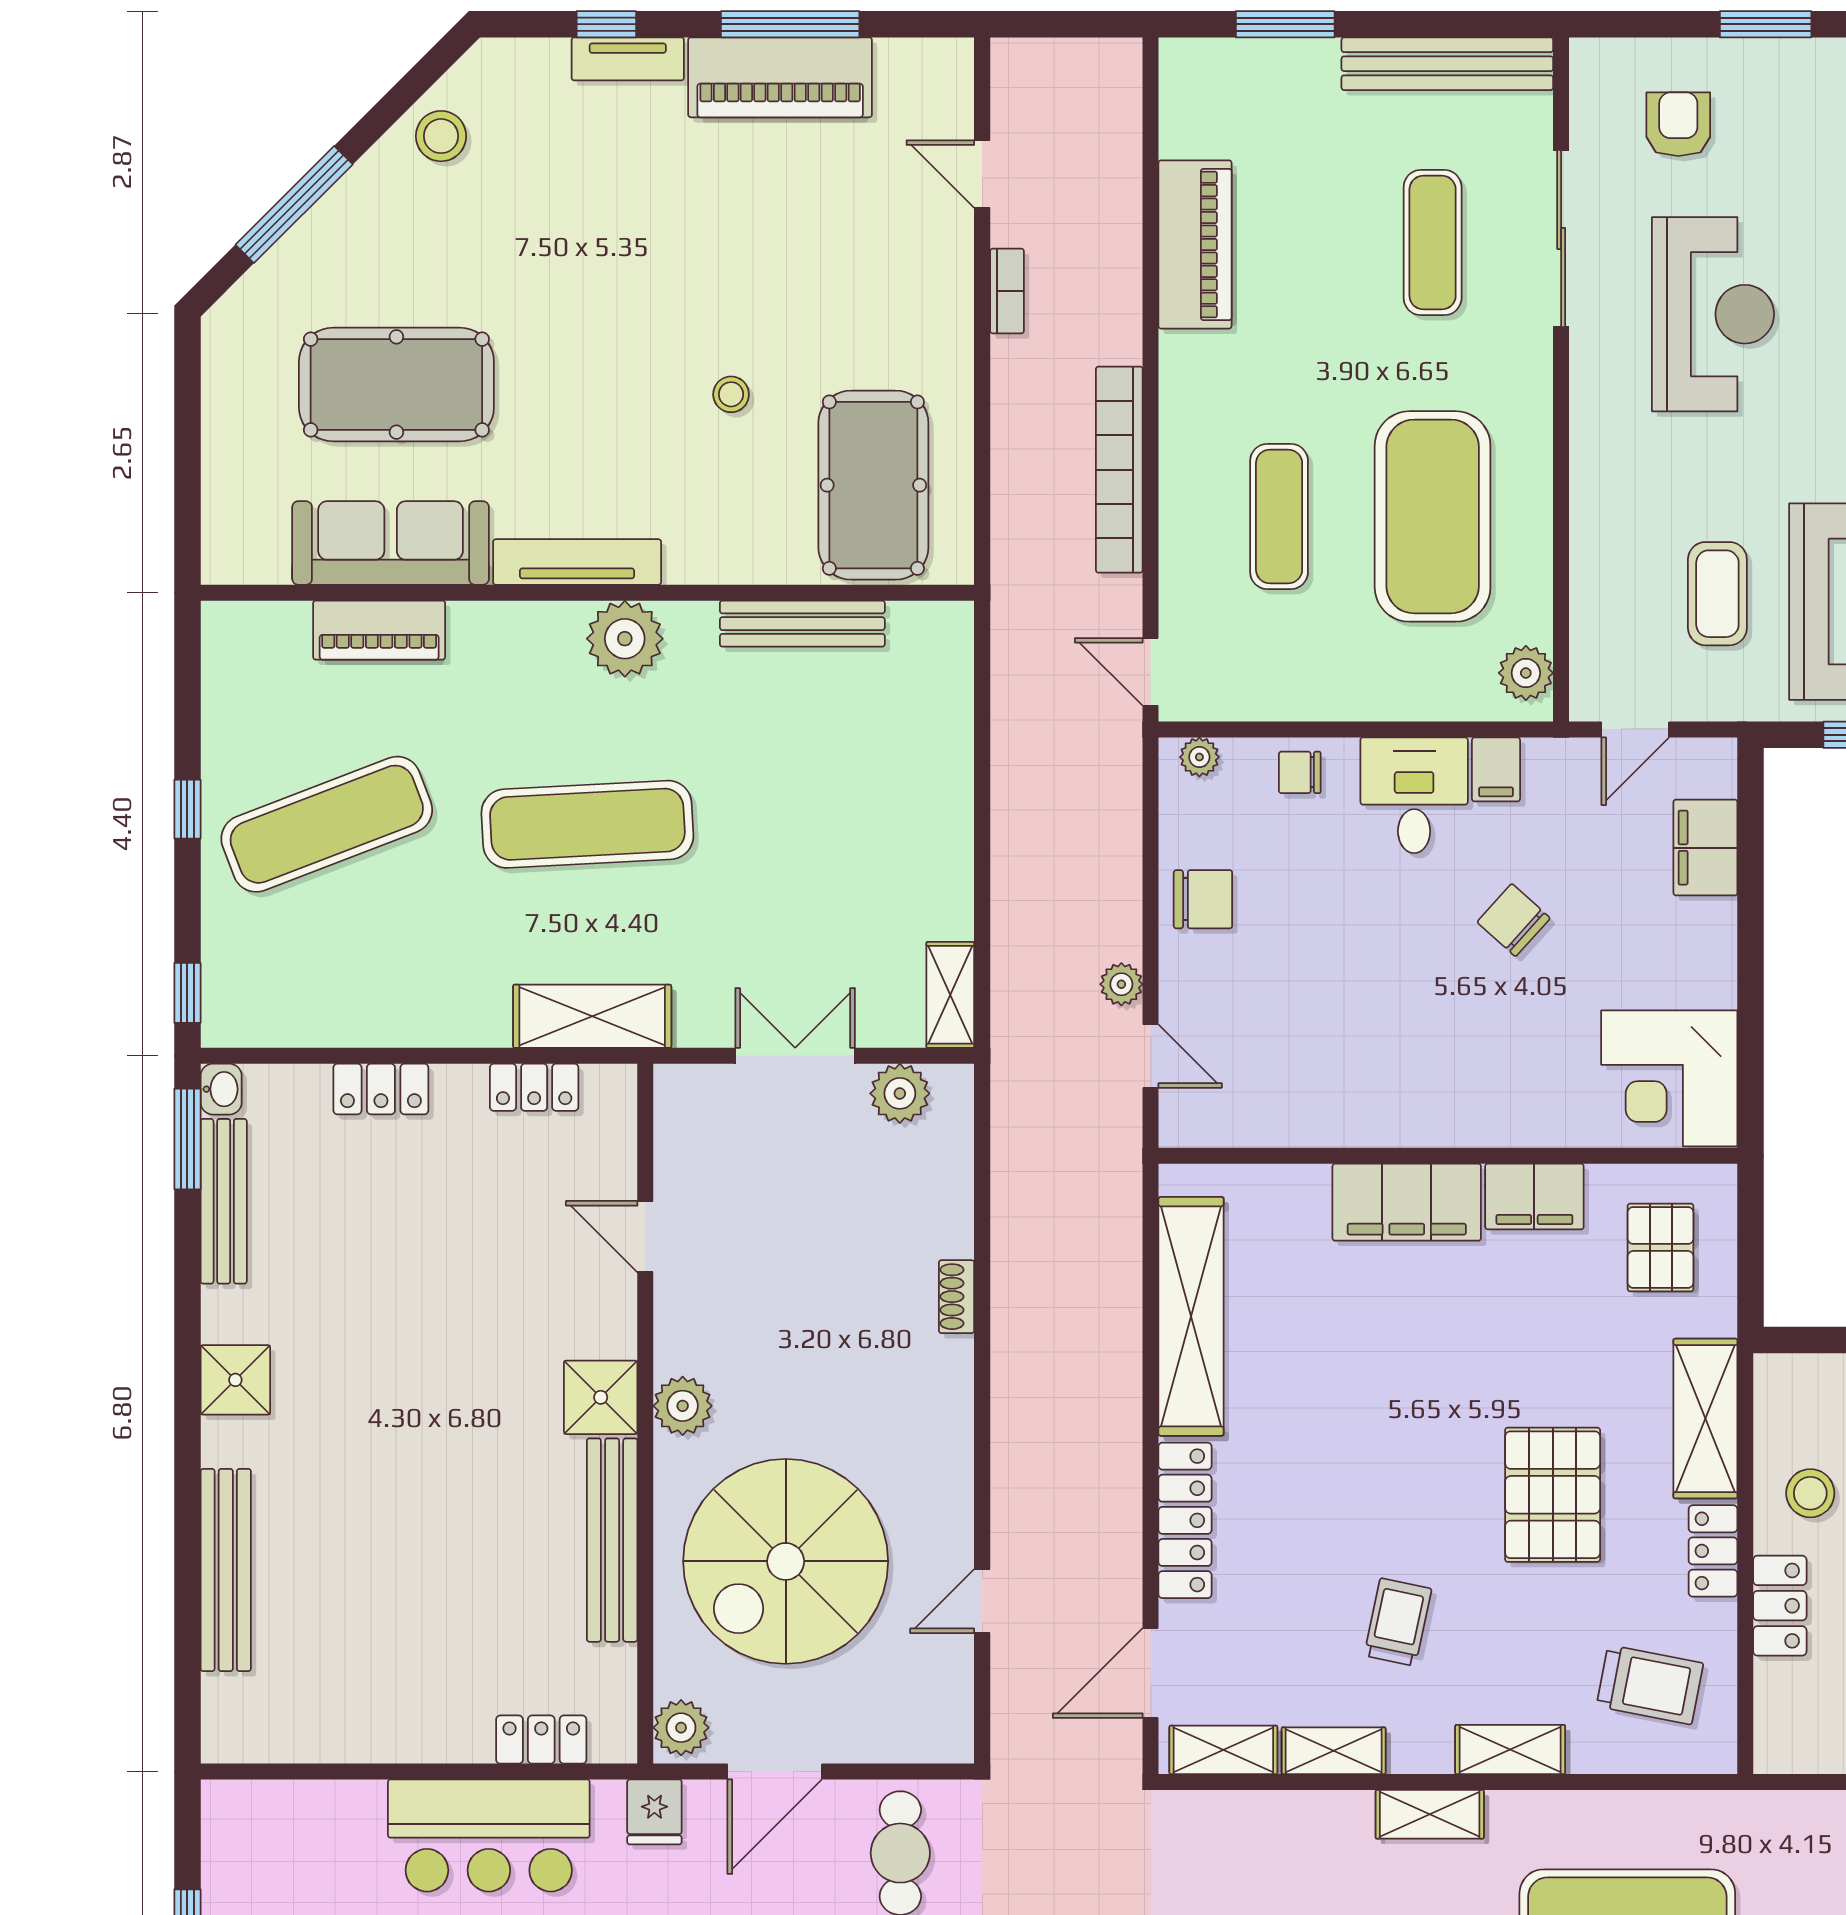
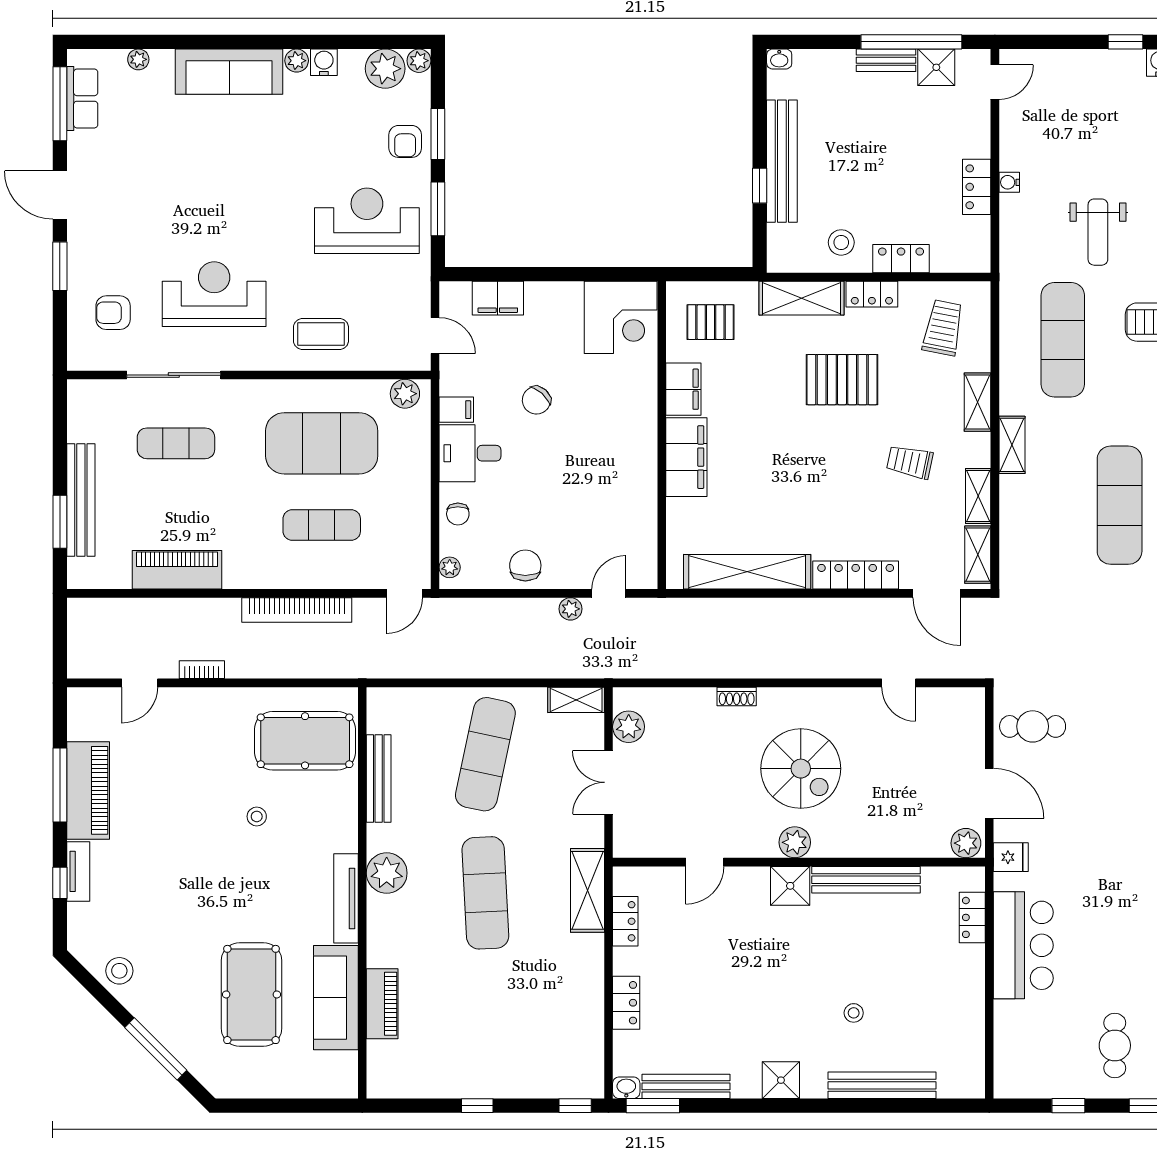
bench: (1447, 64) -> (81, 500), moved
coffee table: (1717, 594) -> (321, 334), moved
exercise mat: (327, 824) -> (485, 754), moved, turned 33
stool: (362, 1517) -> (854, 1013), added
spiral stairs: (786, 1561) -> (801, 769), moved, width x0.73, depth x0.73

